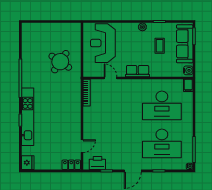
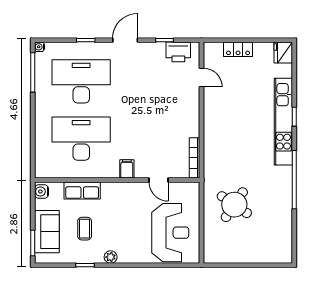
sofa: (185, 44) -> (47, 232), width x0.73
row of seats: (138, 71) -> (82, 190), moved
filing cabinet: (188, 85) -> (127, 169), moved
door: (82, 146) -> (202, 77), swing flipped
locker: (71, 165) -> (238, 49), moved

